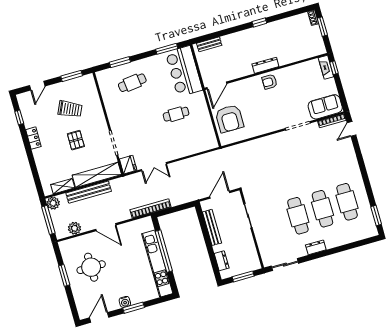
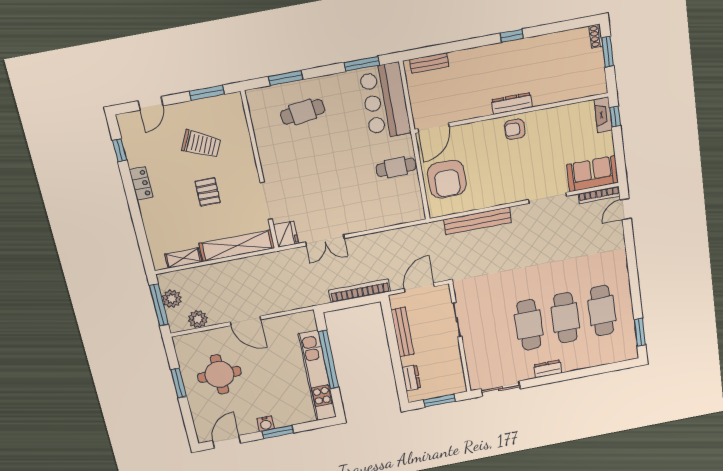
cafe table: (176, 114) -> (396, 167), moved
bench: (89, 192) -> (477, 221), moved
plant: (53, 203) -> (172, 299), moved
bookcase: (151, 208) -> (360, 291), moved

